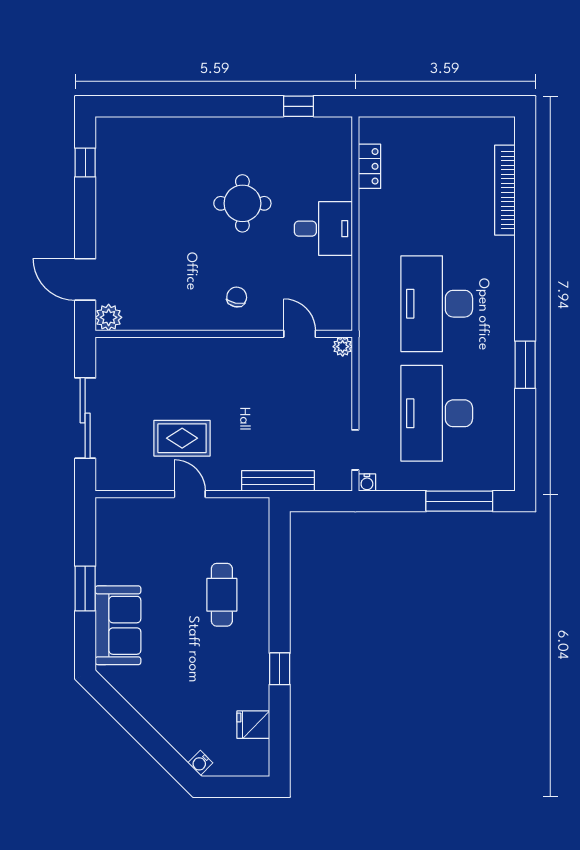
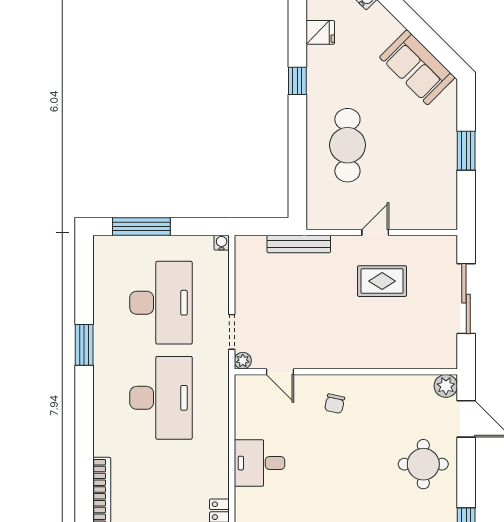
round table: (242, 203) -> (423, 464), moved
doorway: (355, 450) -> (232, 332), moved
door: (190, 494) -> (375, 233), swing flipped
cafe table: (222, 595) -> (347, 145), width x1.37, depth x1.35
sofa: (118, 625) -> (417, 67), moved, turned -45

